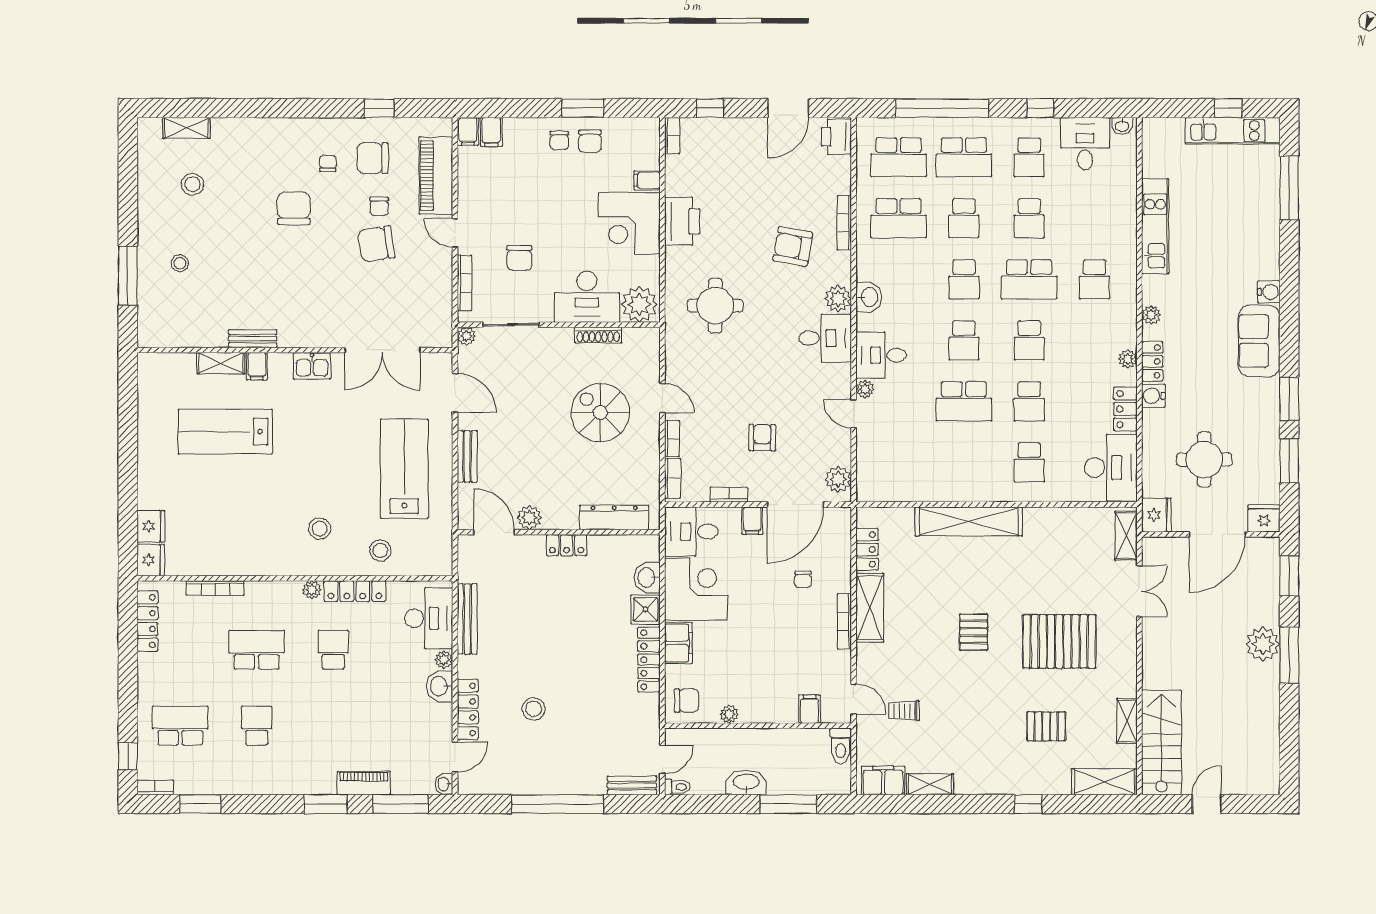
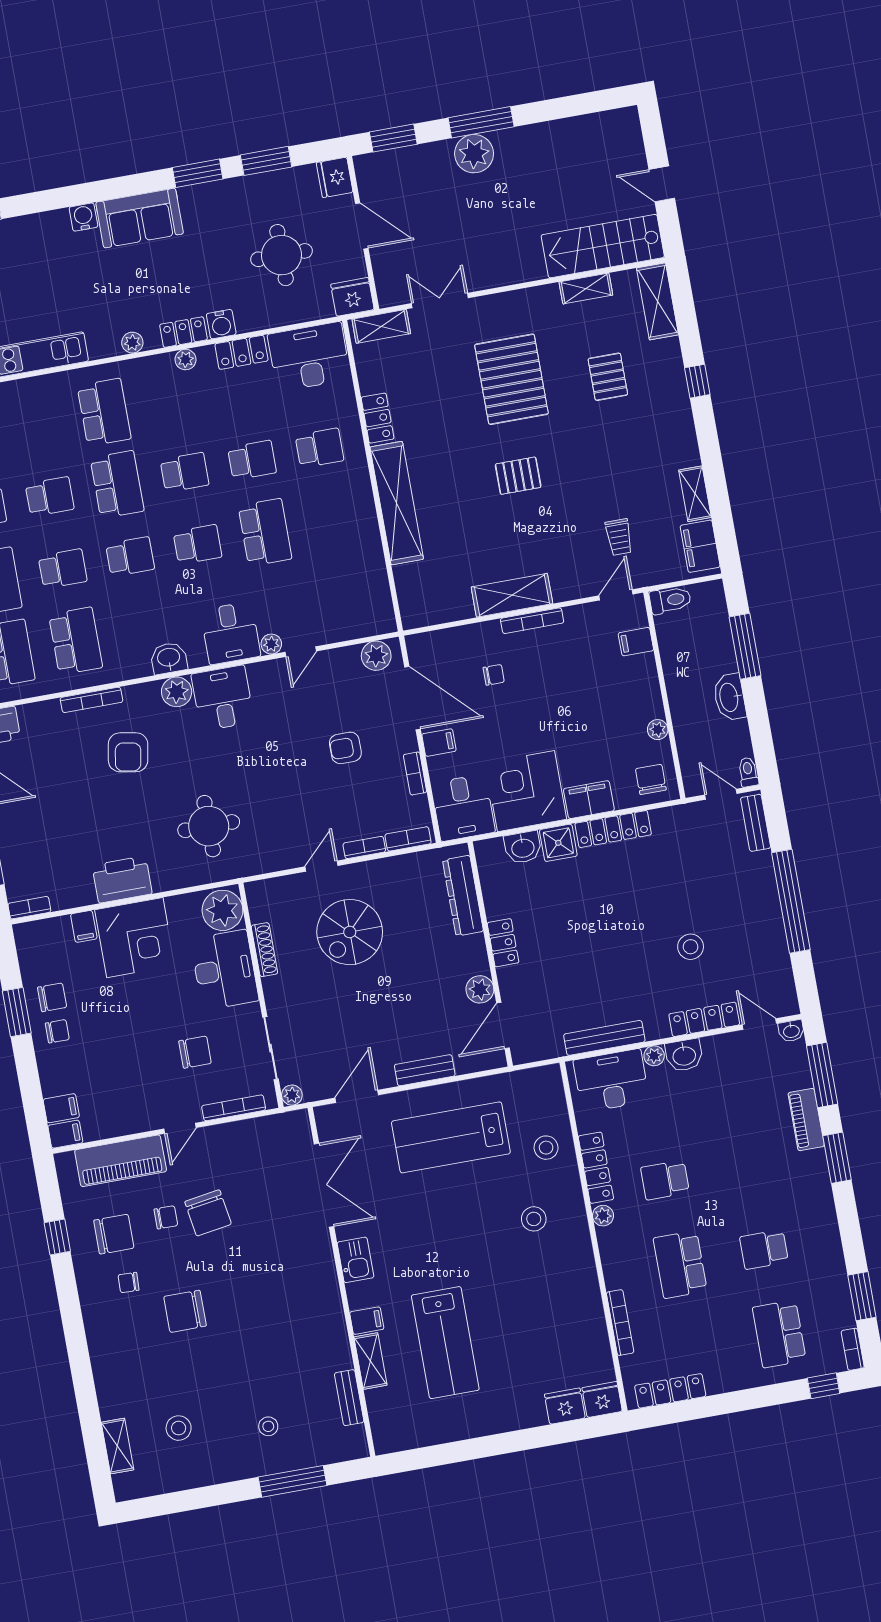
chair: (373, 158) -> (114, 1234), turned -90
school desk: (1095, 279) -> (104, 412), width x1.85
bench: (253, 339) -> (349, 1398), moved
door: (1217, 534) -> (362, 226), width x0.73
locker: (867, 549) -> (378, 418), moved, turned 90

